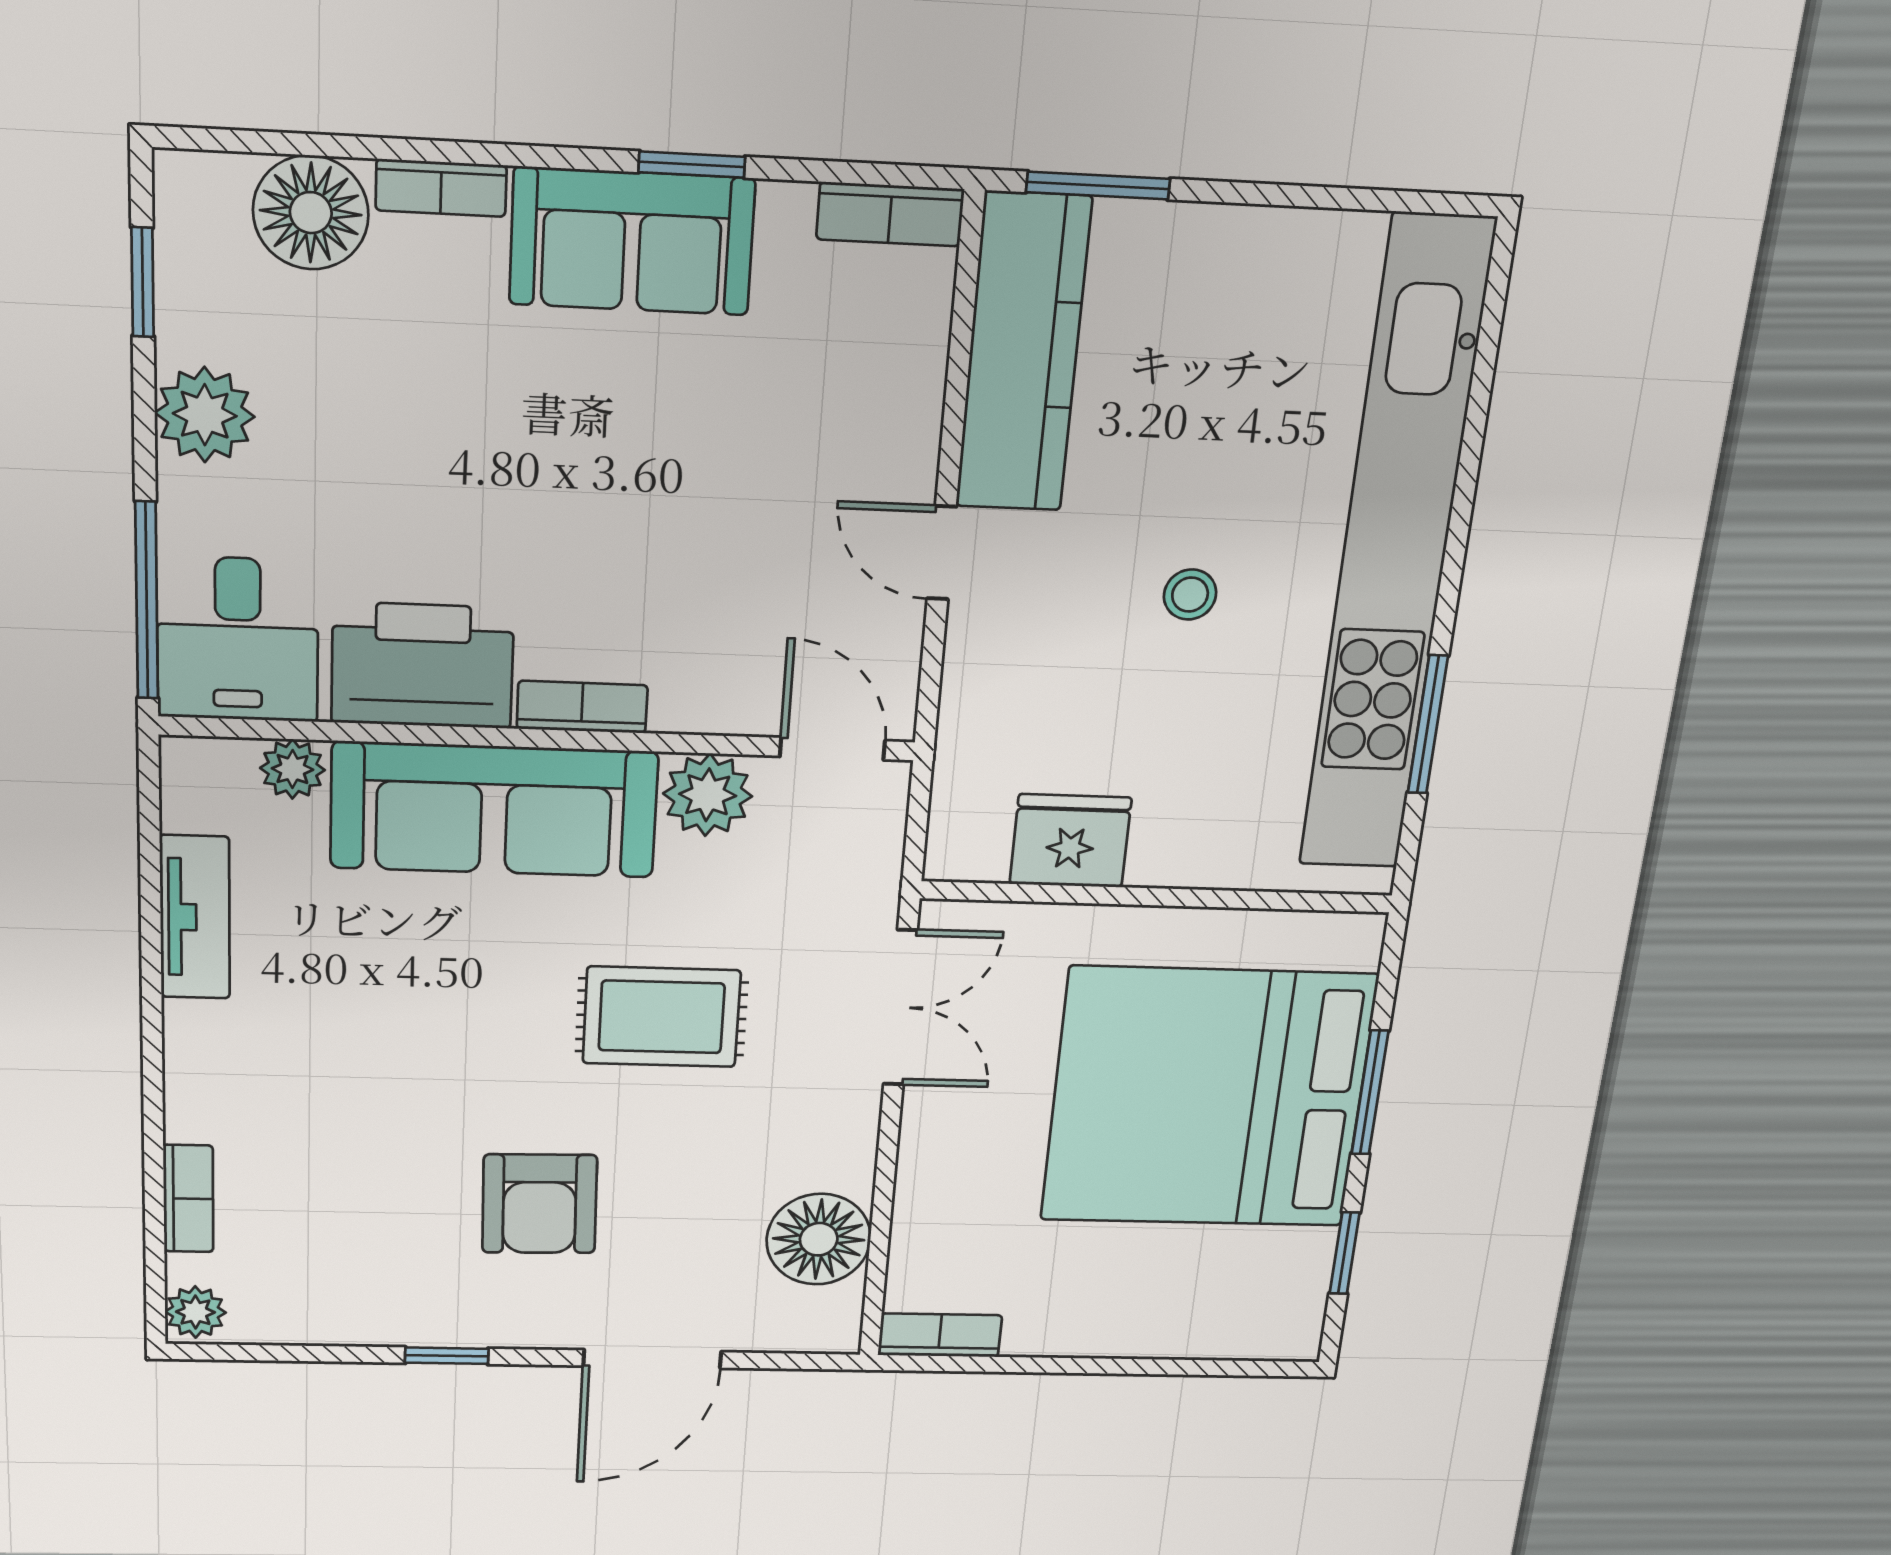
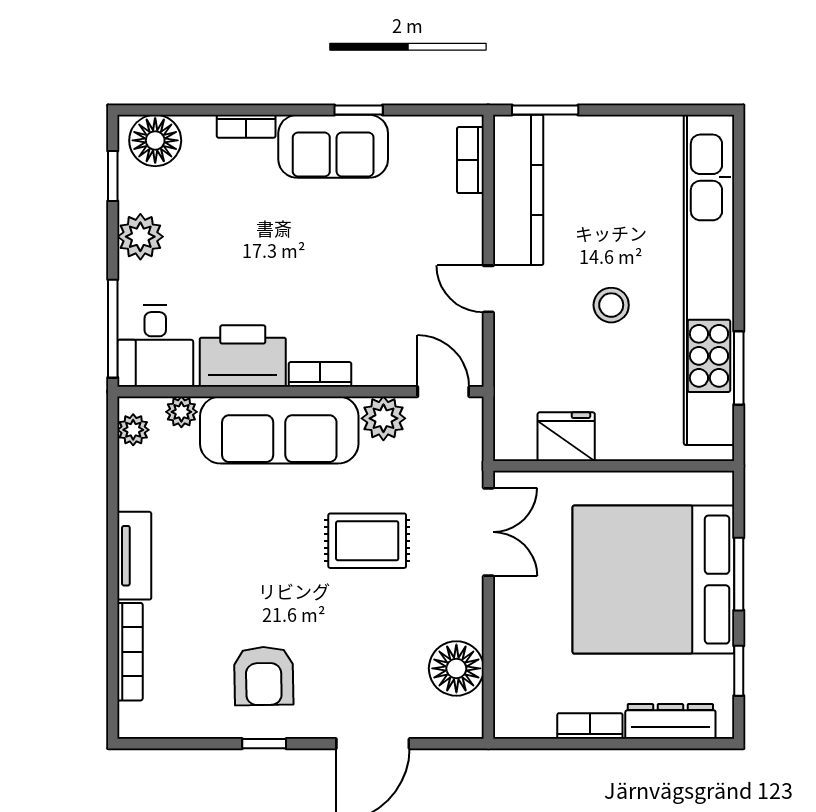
floor lamp: (311, 213) -> (155, 140), moved
bookcase: (890, 214) -> (470, 160), moved, turned 90
stool: (1190, 595) -> (611, 305), width x1.37, depth x1.37
tv unit: (195, 917) -> (134, 556), moved
bookcase: (188, 1199) -> (130, 652), width x1.56
armchair: (540, 1204) -> (264, 676), moved
plant: (195, 1312) -> (133, 430), moved
dresser: (1208, 1332) -> (670, 721), added
bookcase: (940, 1335) -> (590, 726), moved

